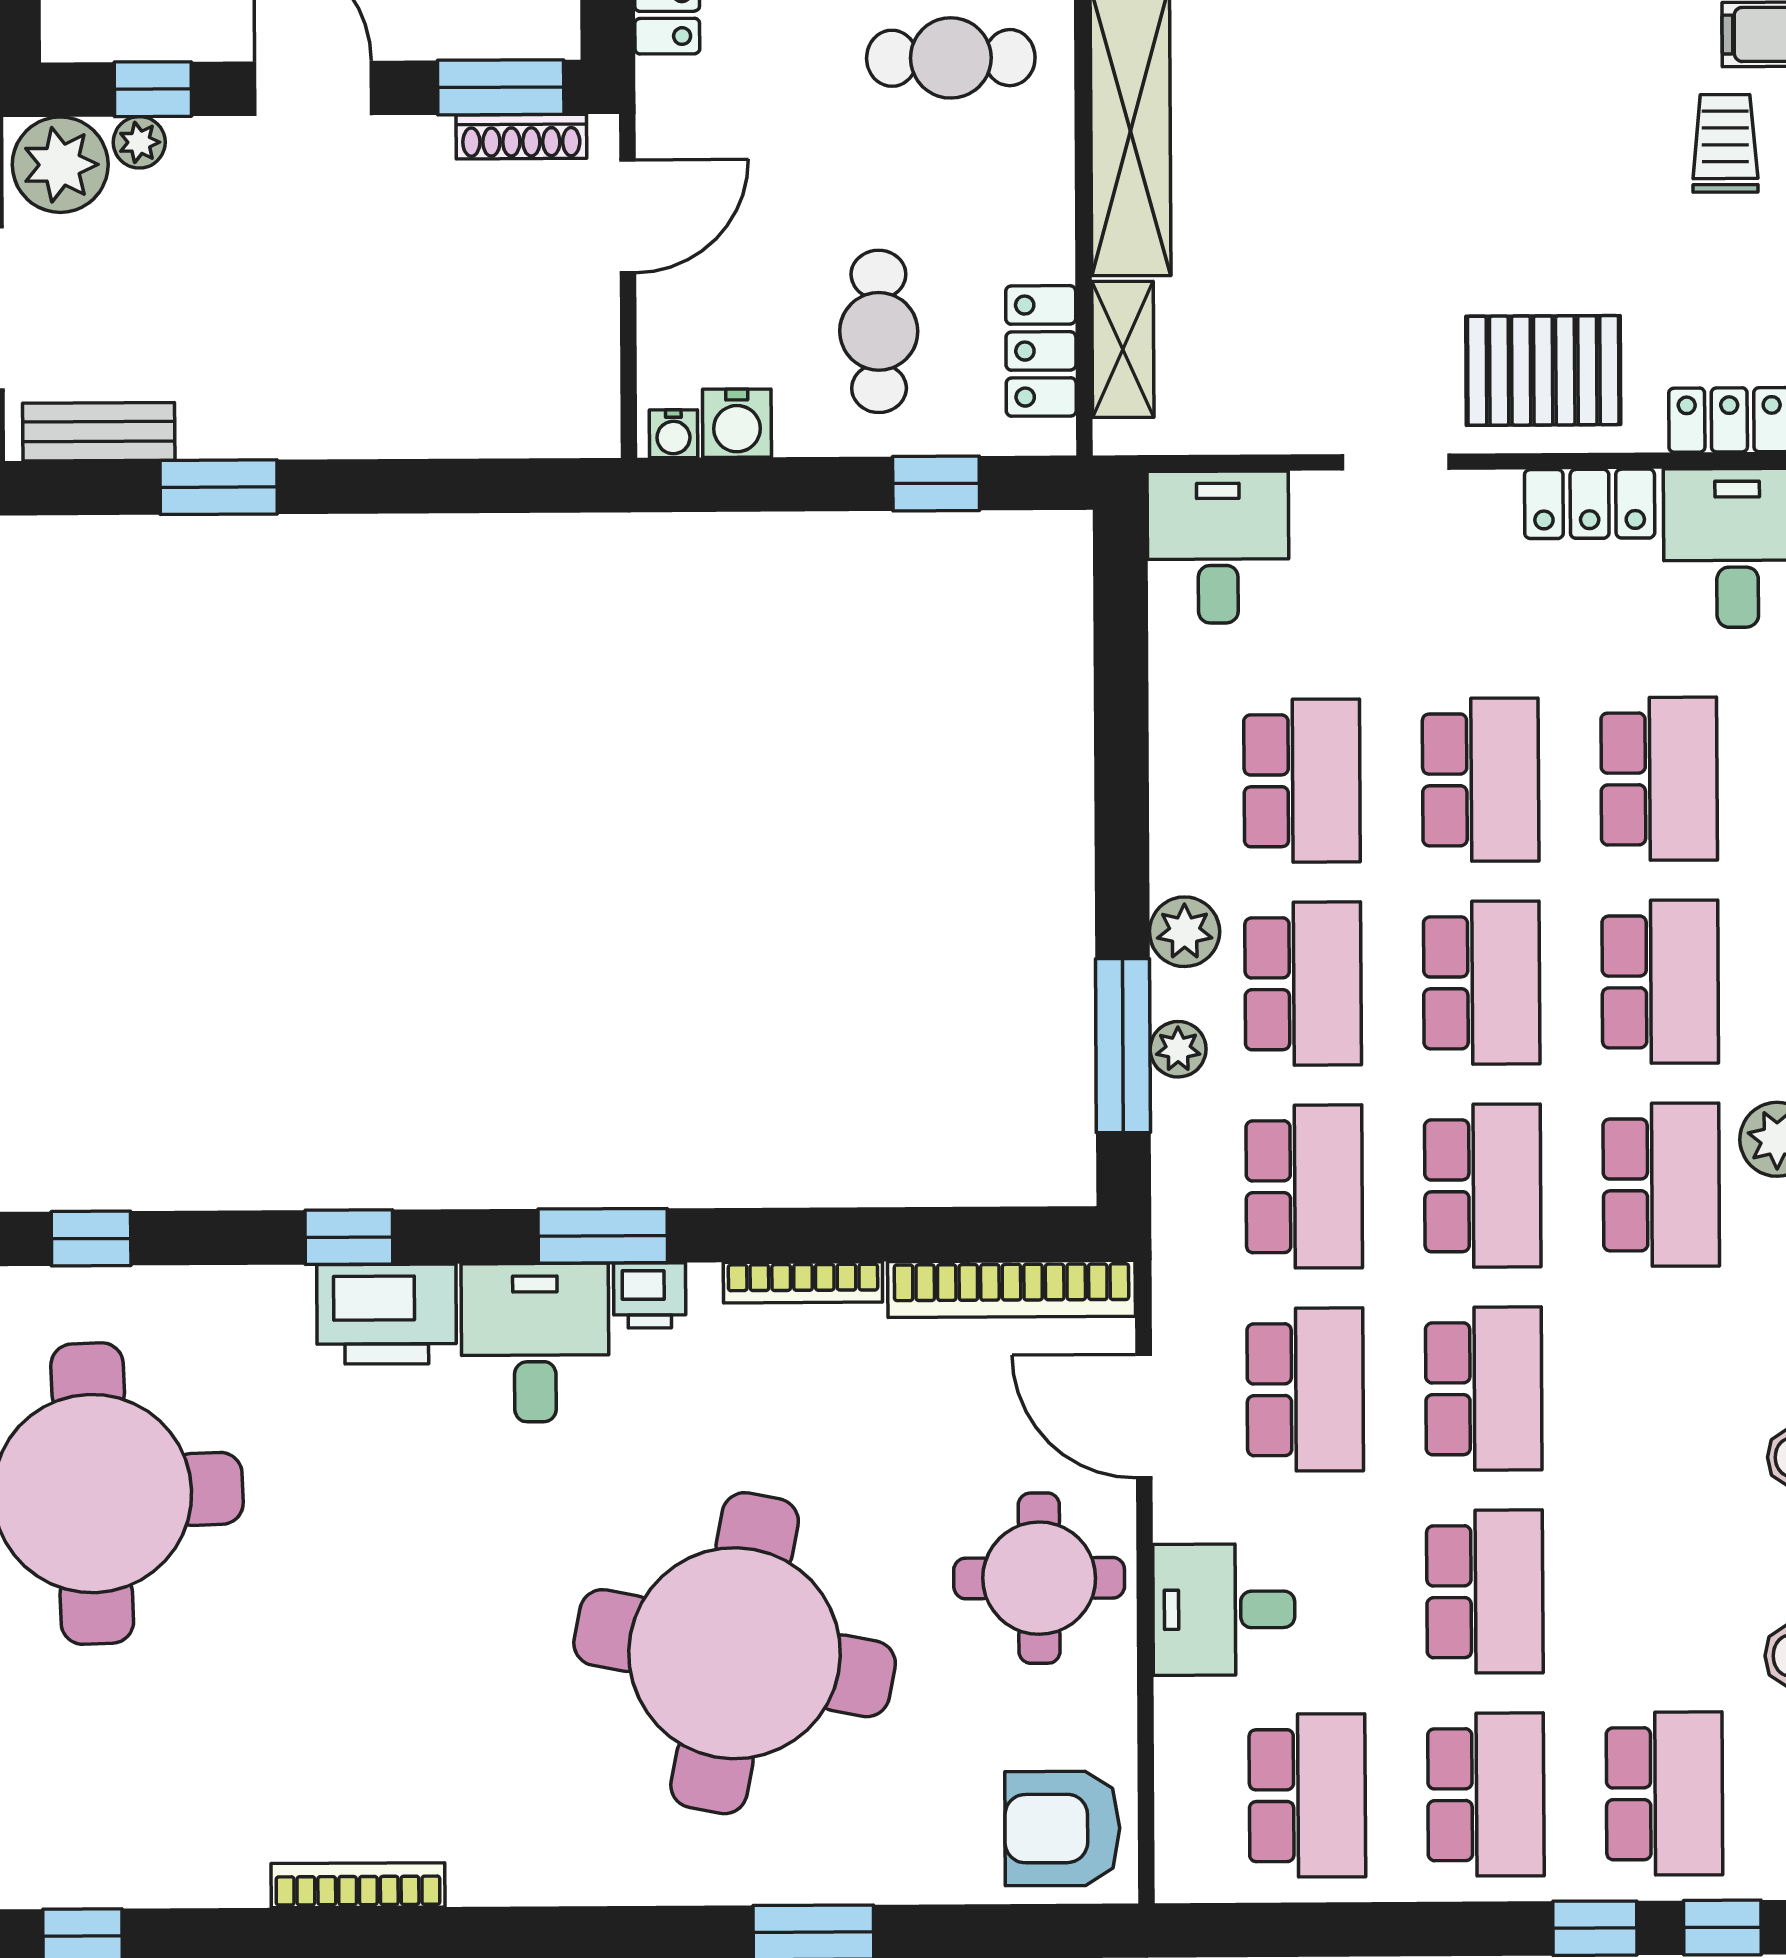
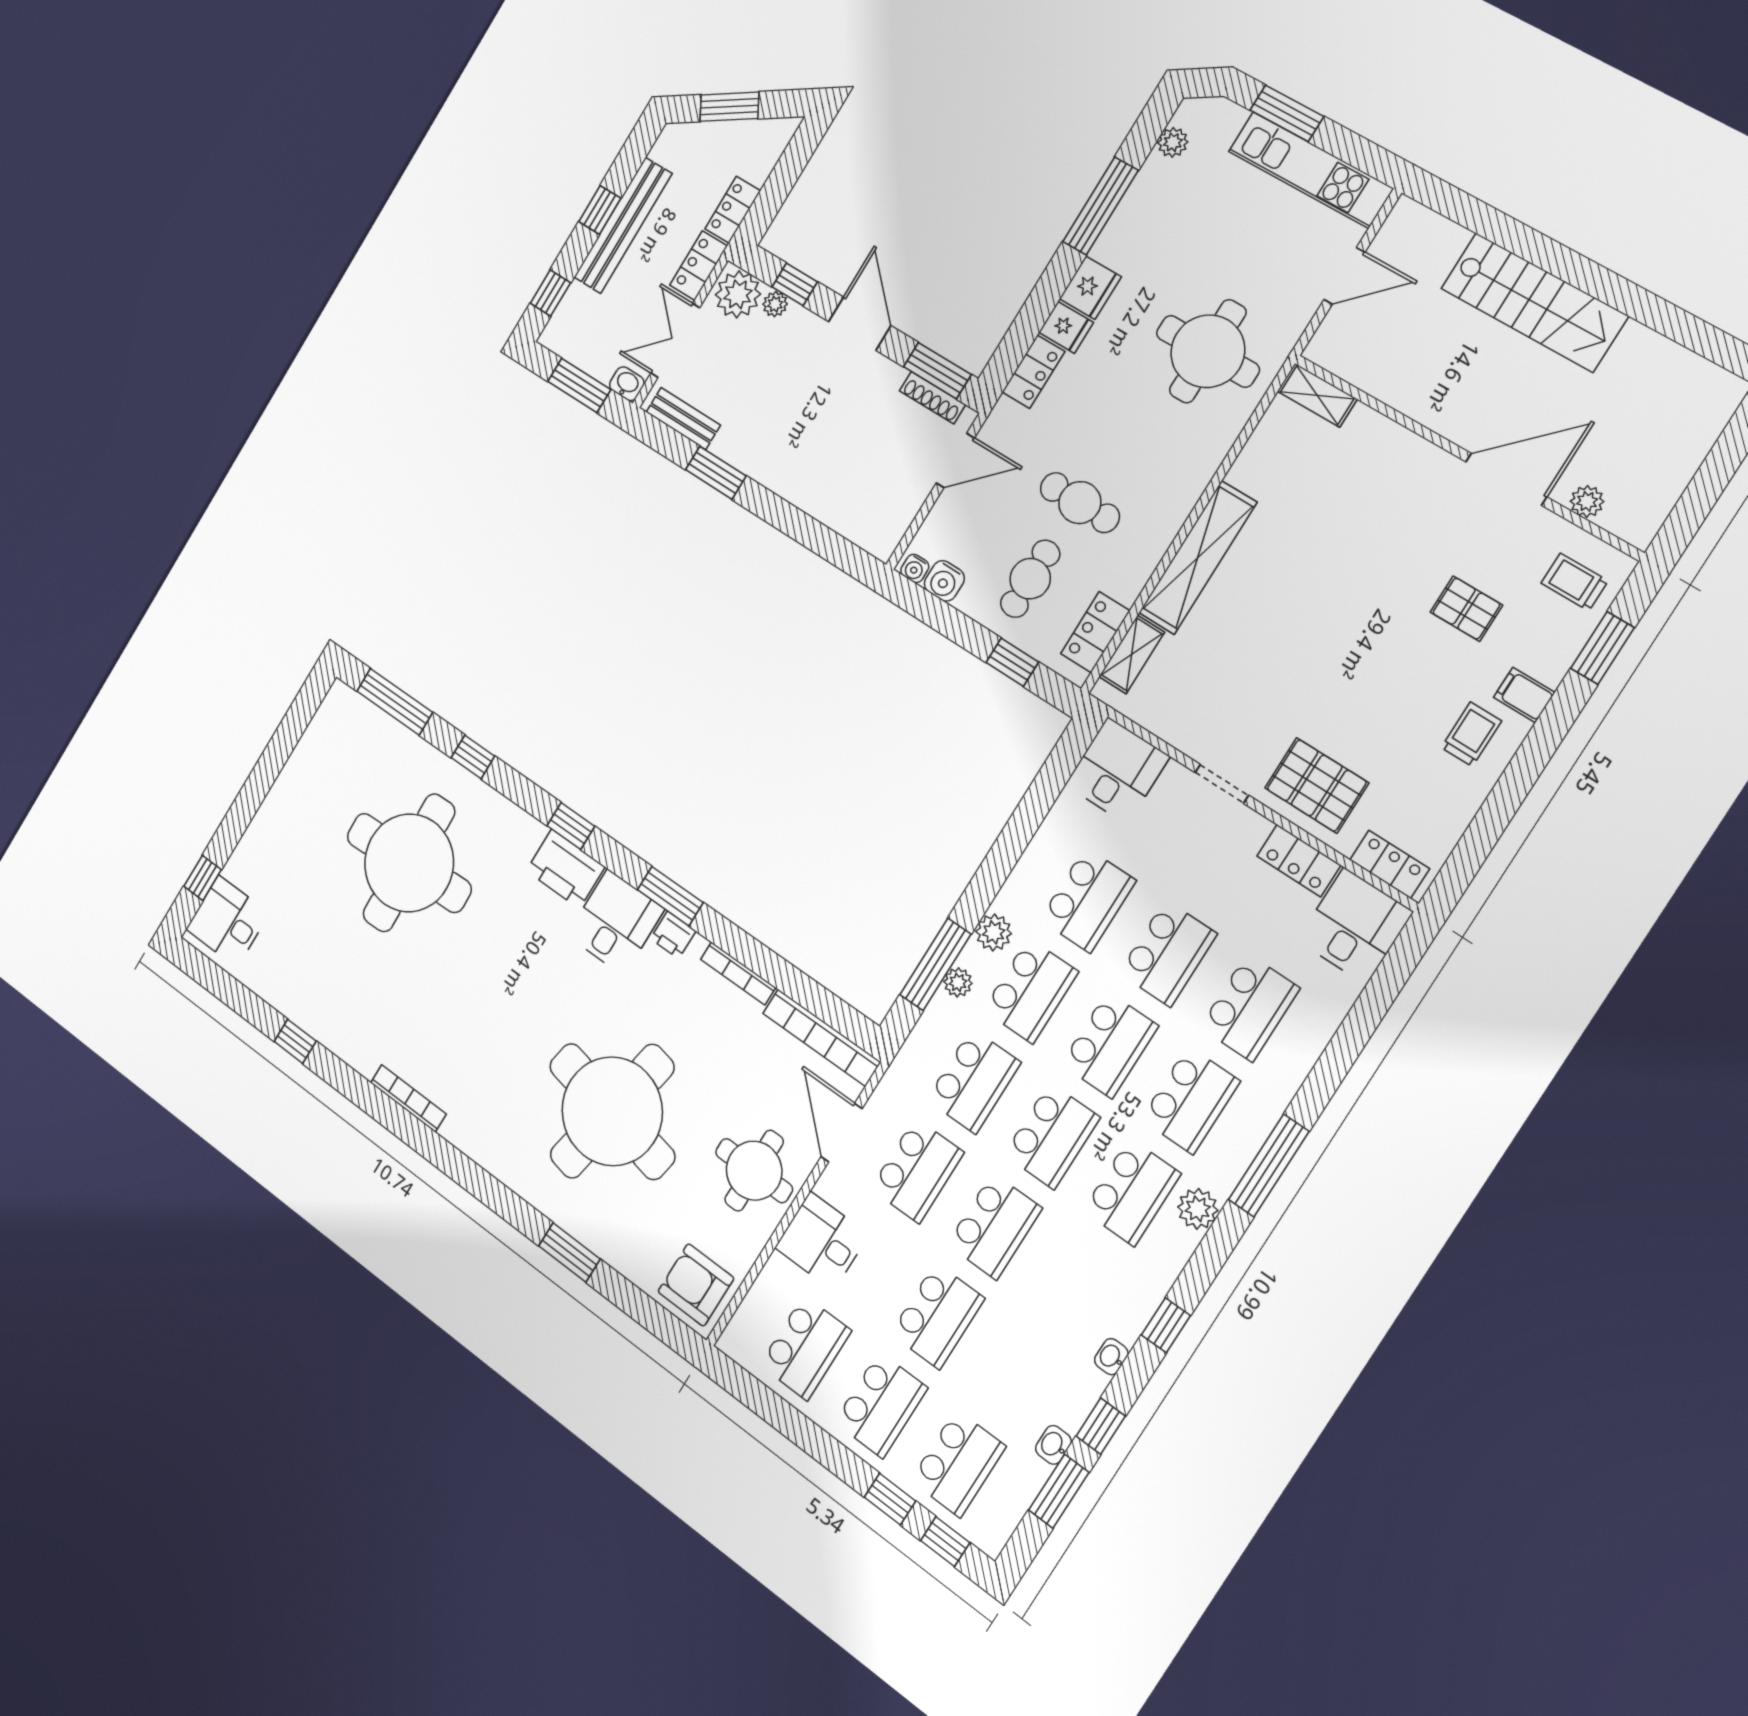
cafe table: (951, 58) -> (1080, 503), moved

